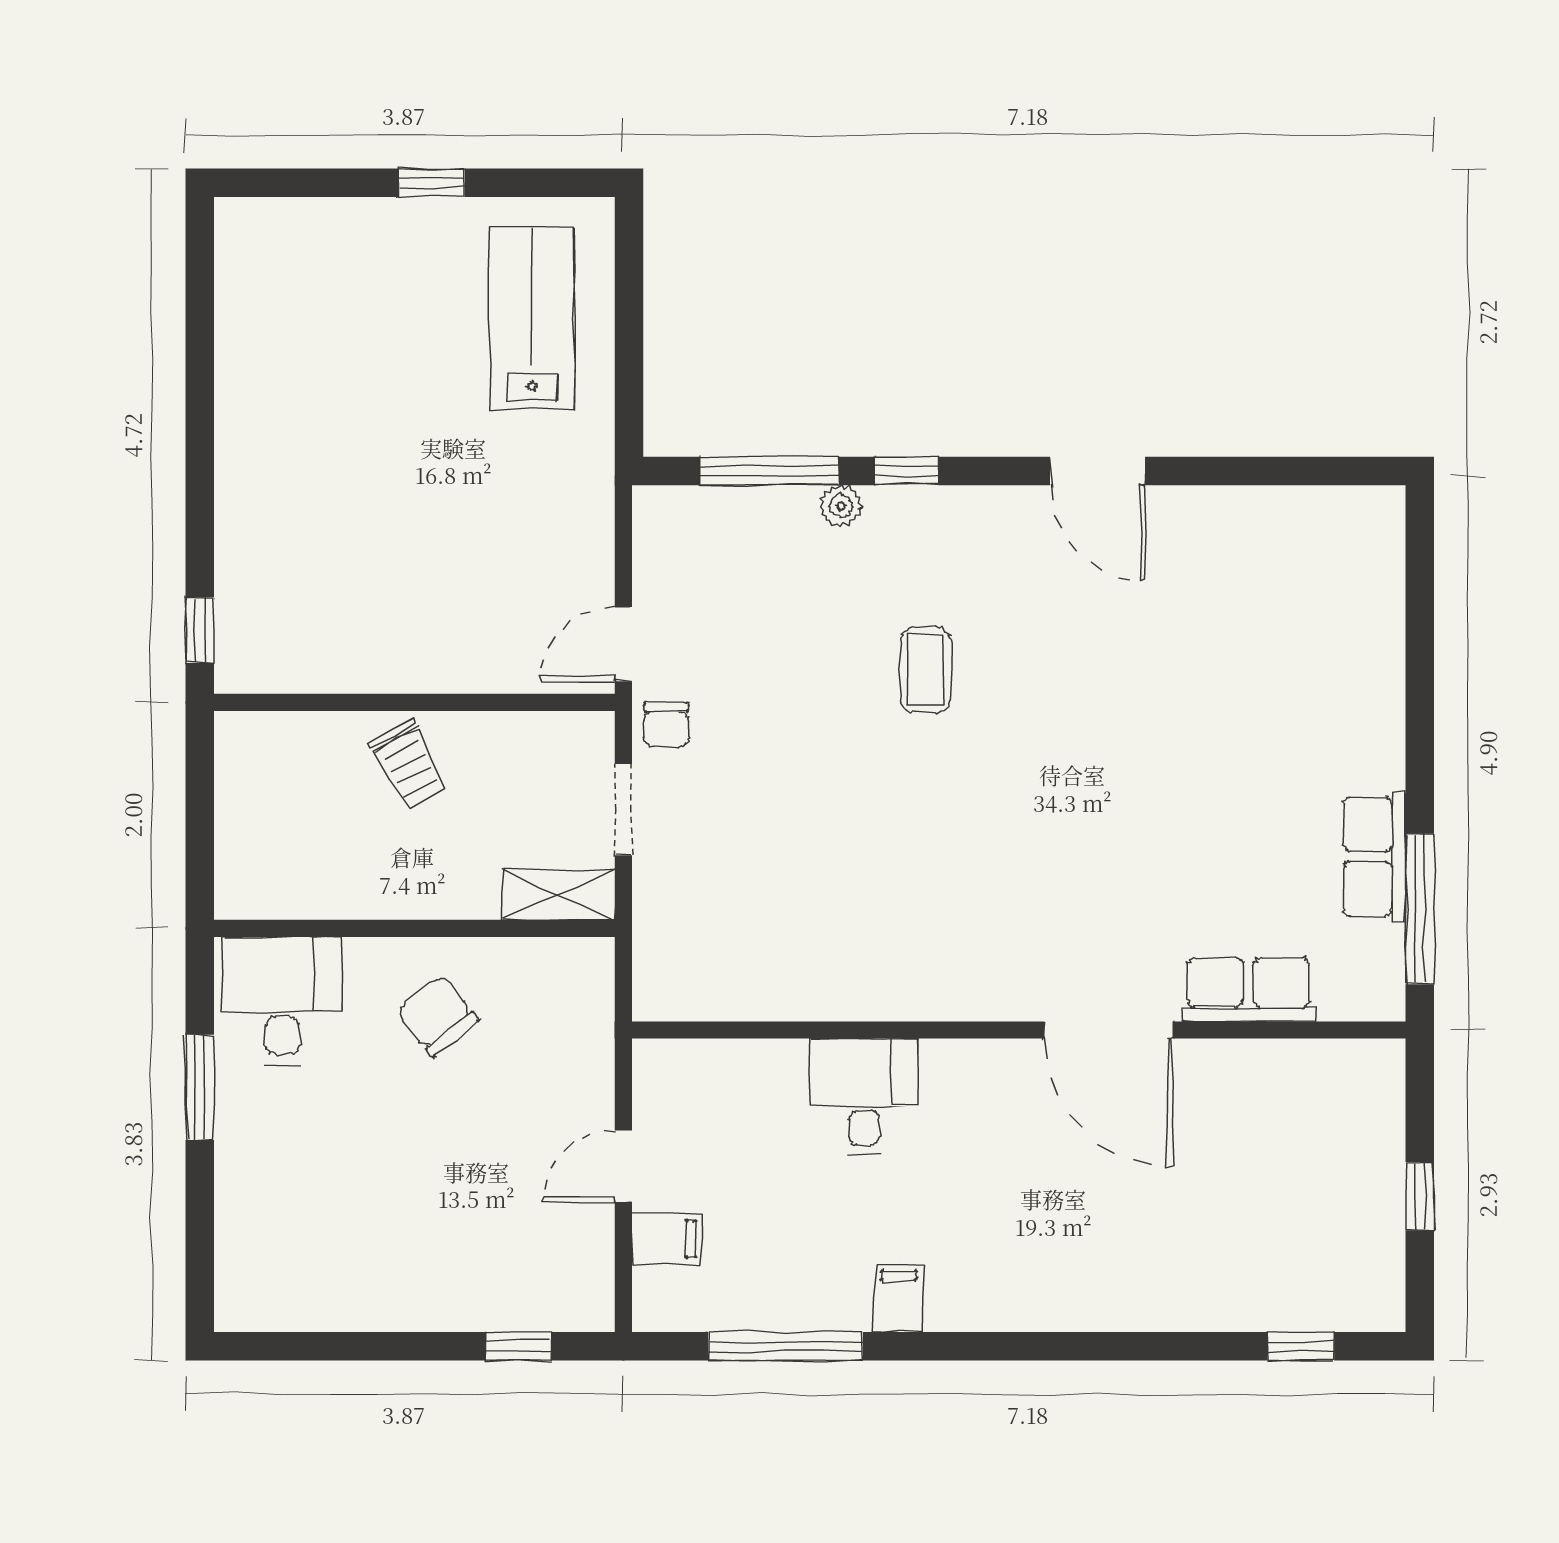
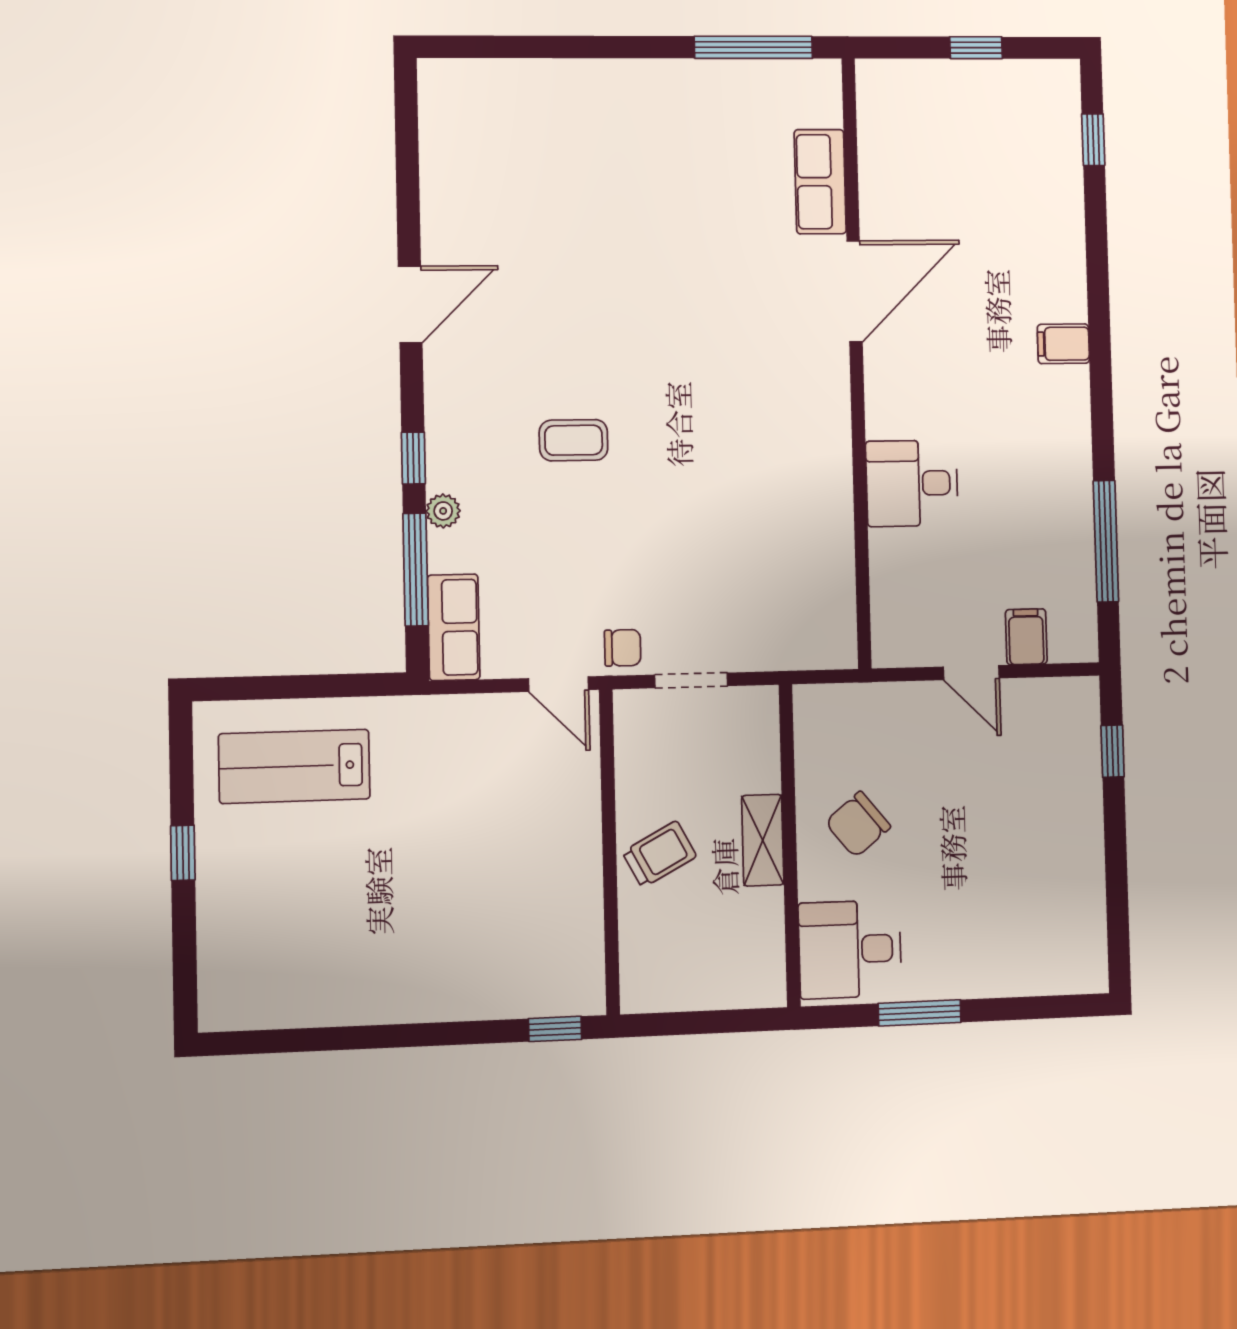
row of seats: (1374, 857) -> (454, 627), moved, turned -90
shelving: (559, 895) -> (763, 840), moved
filing cabinet: (899, 1299) -> (1063, 344), moved

